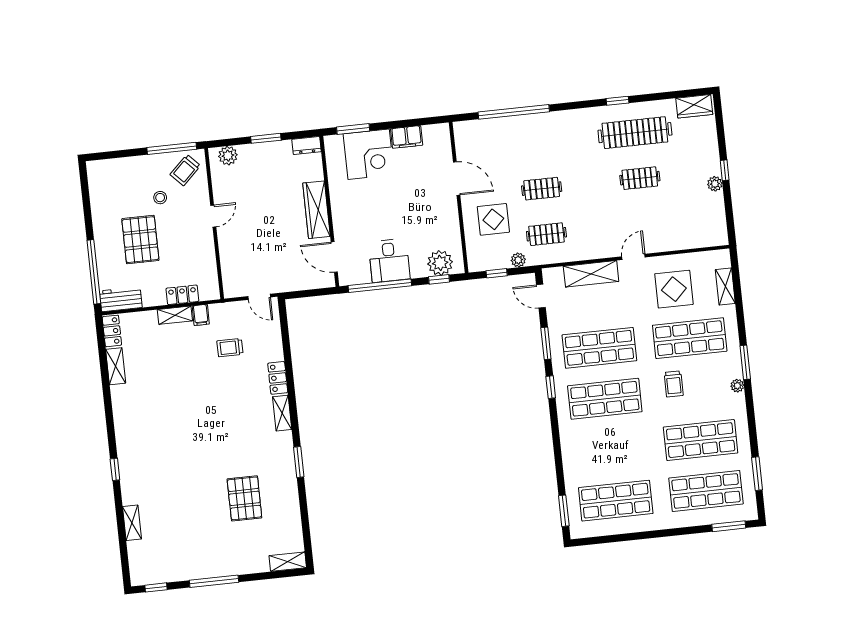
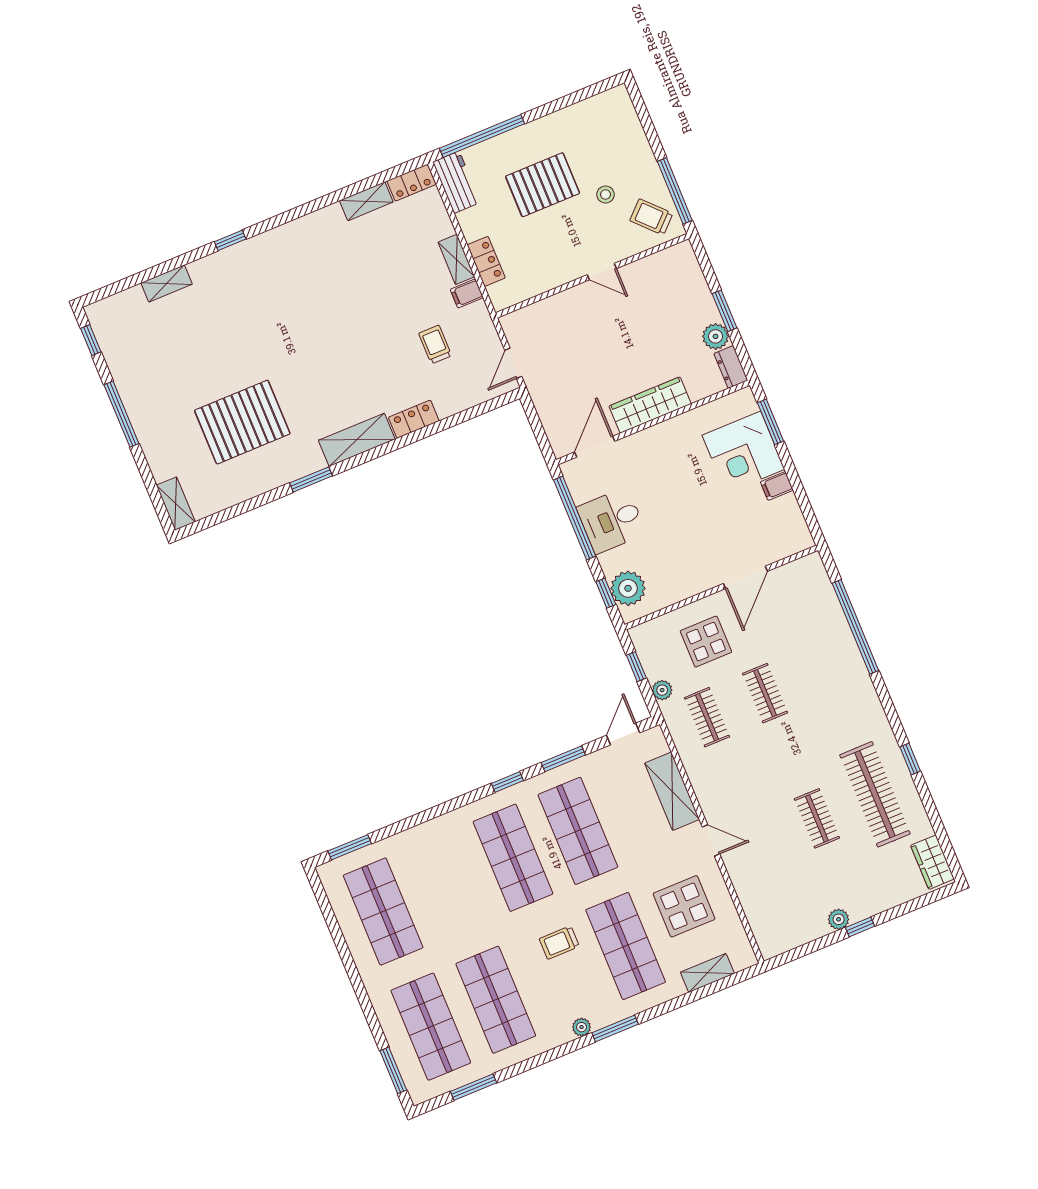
filing cabinet: (407, 137) -> (777, 486), width x0.50
plant: (228, 156) -> (716, 336), moved
shelving: (282, 413) -> (357, 440), width x1.50, depth x1.33
pallet: (244, 498) -> (242, 422), width x1.37, depth x1.41

